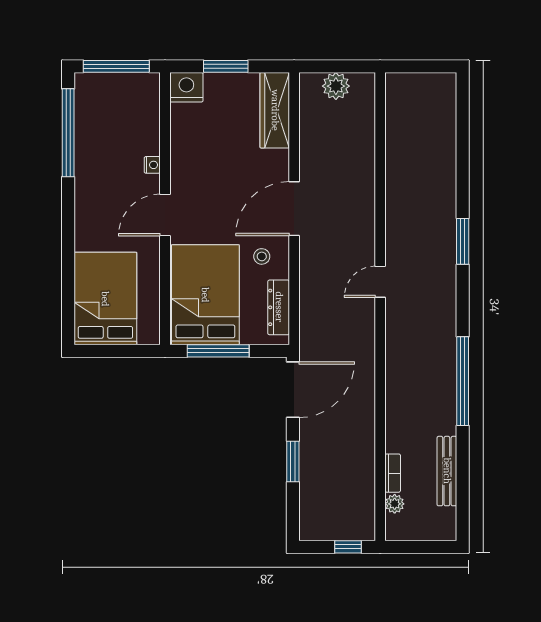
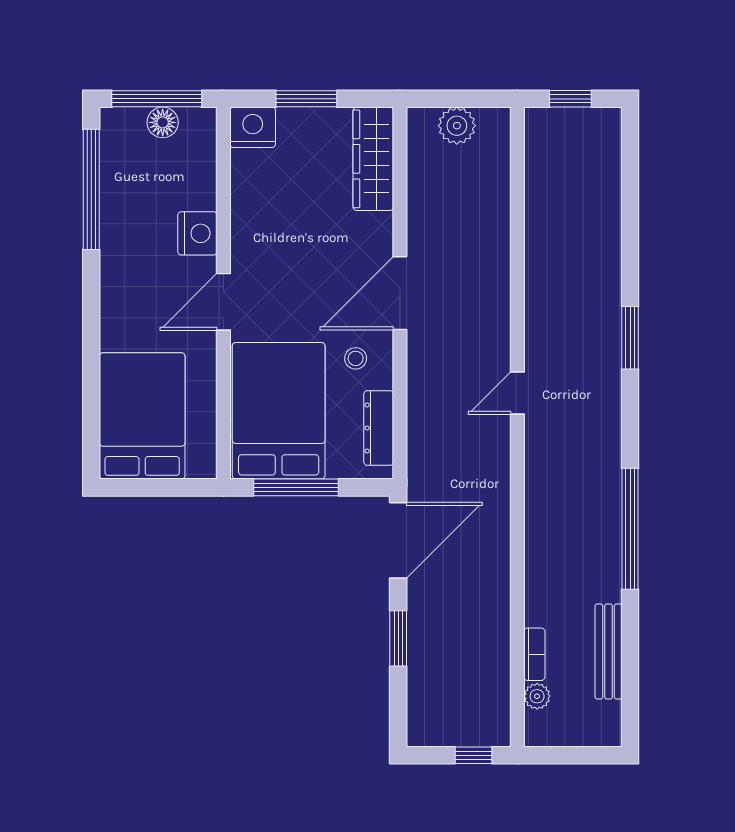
window: (419, 66) -> (570, 99), added
floor lamp: (120, 84) -> (163, 122), added
nightstand: (152, 165) -> (197, 233), width x1.89, depth x1.79

